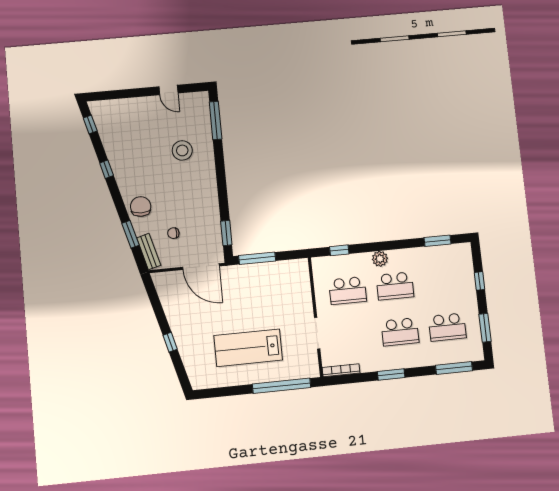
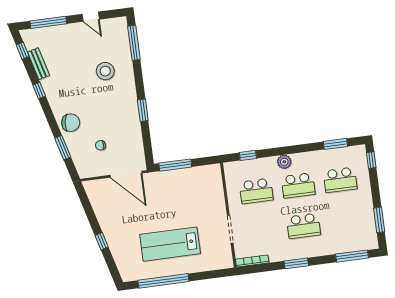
window: (121, 94) -> (48, 22), added
chair: (141, 206) -> (71, 123), turned 96
window: (226, 233) -> (143, 110), moved
bench: (149, 252) -> (39, 64), moved
window: (479, 281) -> (371, 160), moved
school desk: (447, 327) -> (340, 180), moved
window: (282, 386) -> (163, 281), moved

